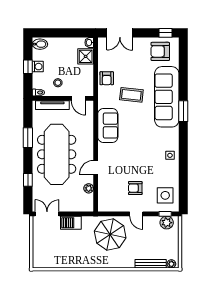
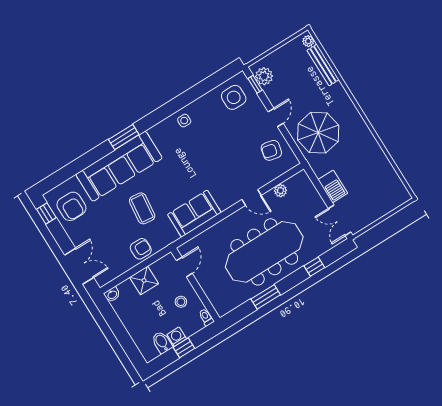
bidet: (40, 44) -> (162, 342), moved
shower: (86, 56) -> (144, 280), moved
tv unit: (52, 105) -> (211, 292), removed
armchair: (135, 188) -> (271, 150), moved, turned 103

